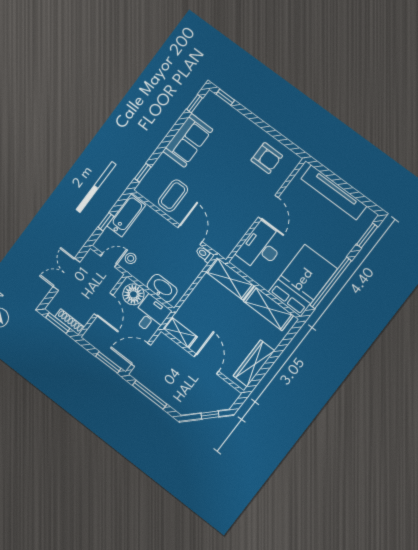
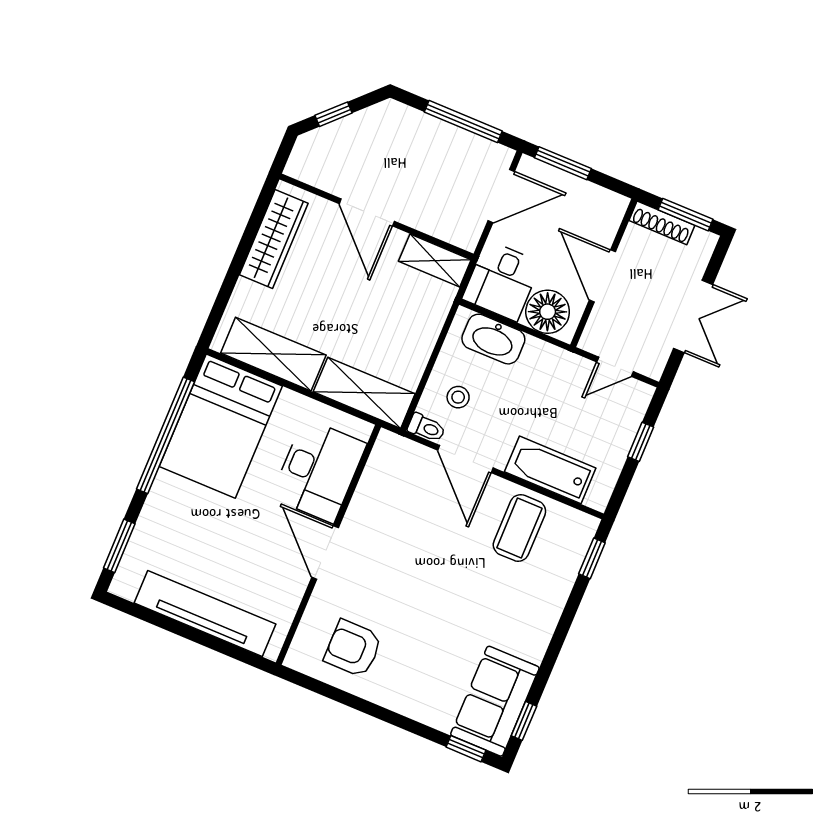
sofa: (188, 140) -> (495, 701), moved
bathtub: (126, 215) -> (550, 470), moved, turned 90
stool: (131, 258) -> (458, 397), moved

